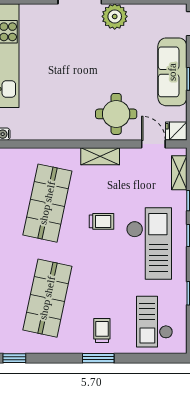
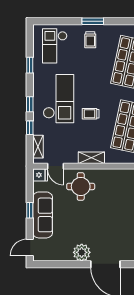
checkout: (149, 244) -> (59, 99), turned 180
checkout: (155, 322) -> (55, 46), turned 180

